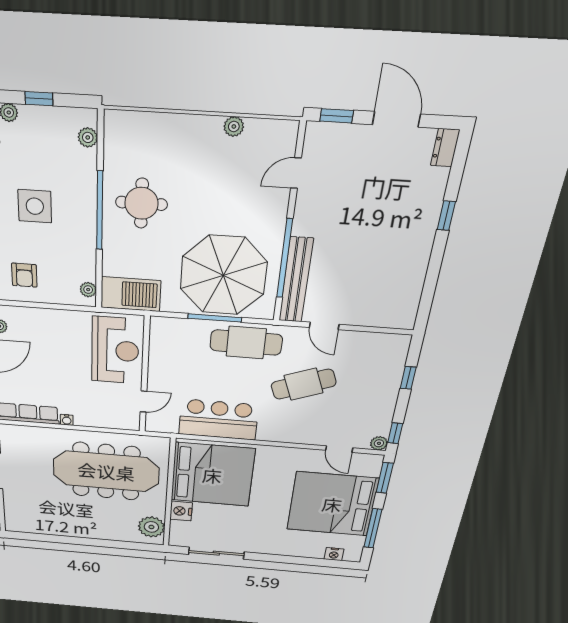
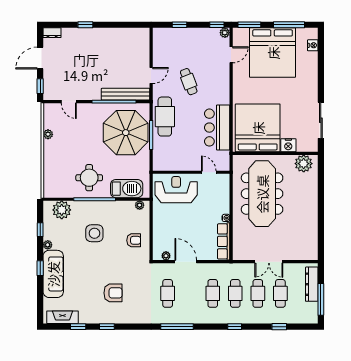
plant: (88, 137) -> (62, 210), width x1.88, depth x1.88
barbecue: (131, 294) -> (127, 189), moved, turned 90
cafe table: (303, 384) -> (189, 82), width x0.73, depth x0.74

